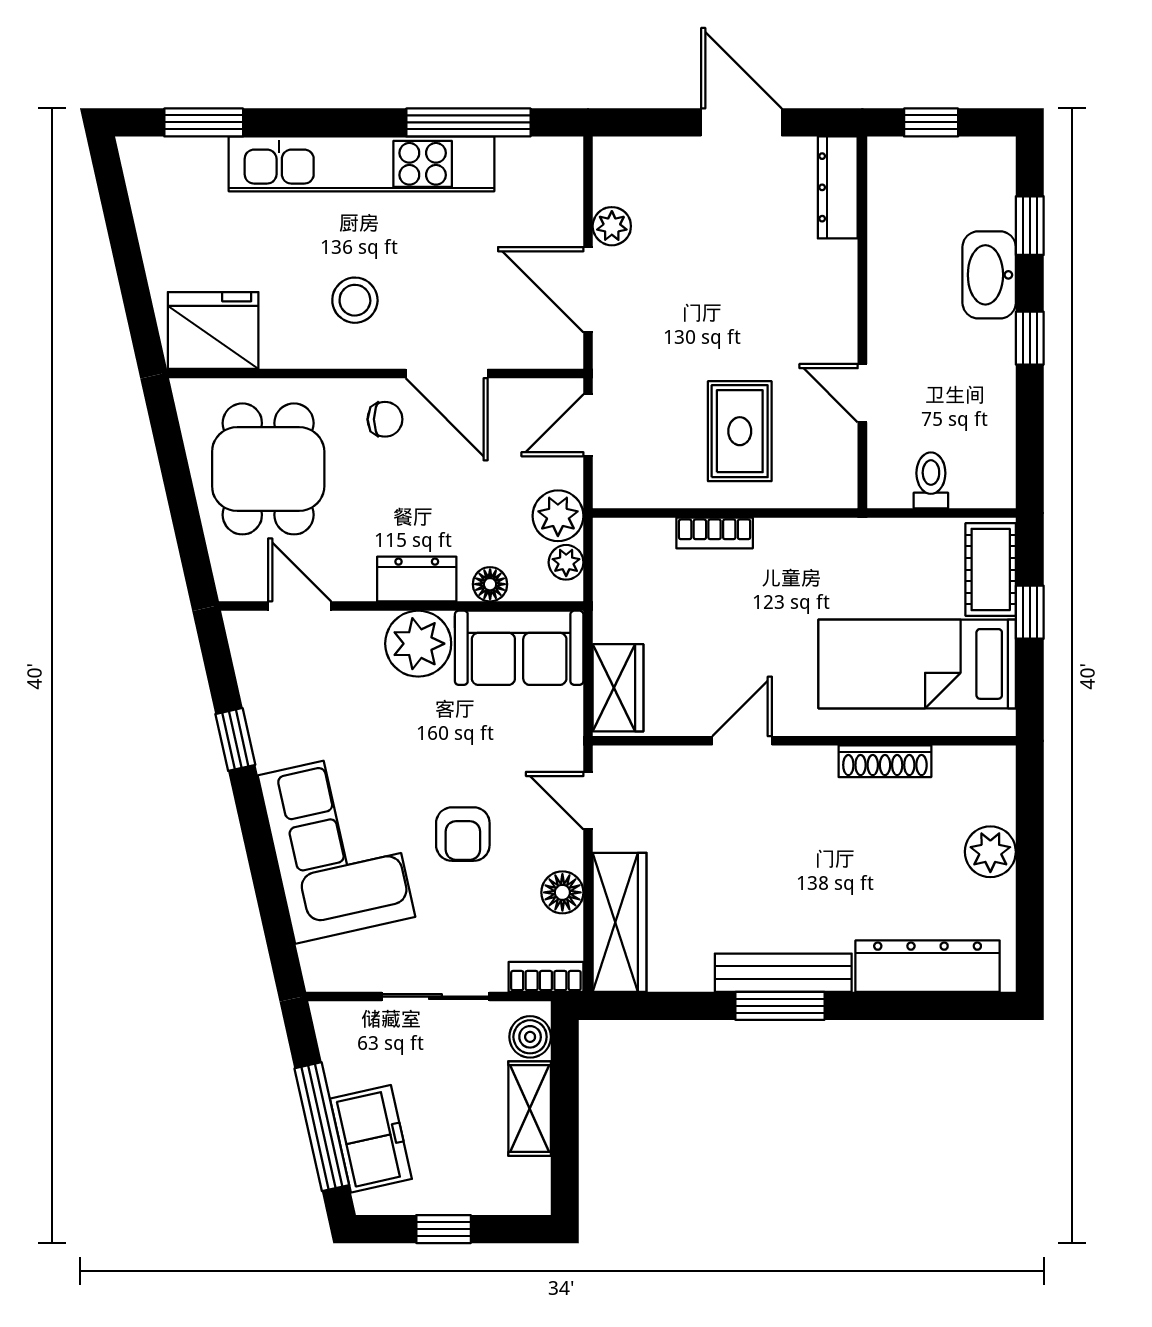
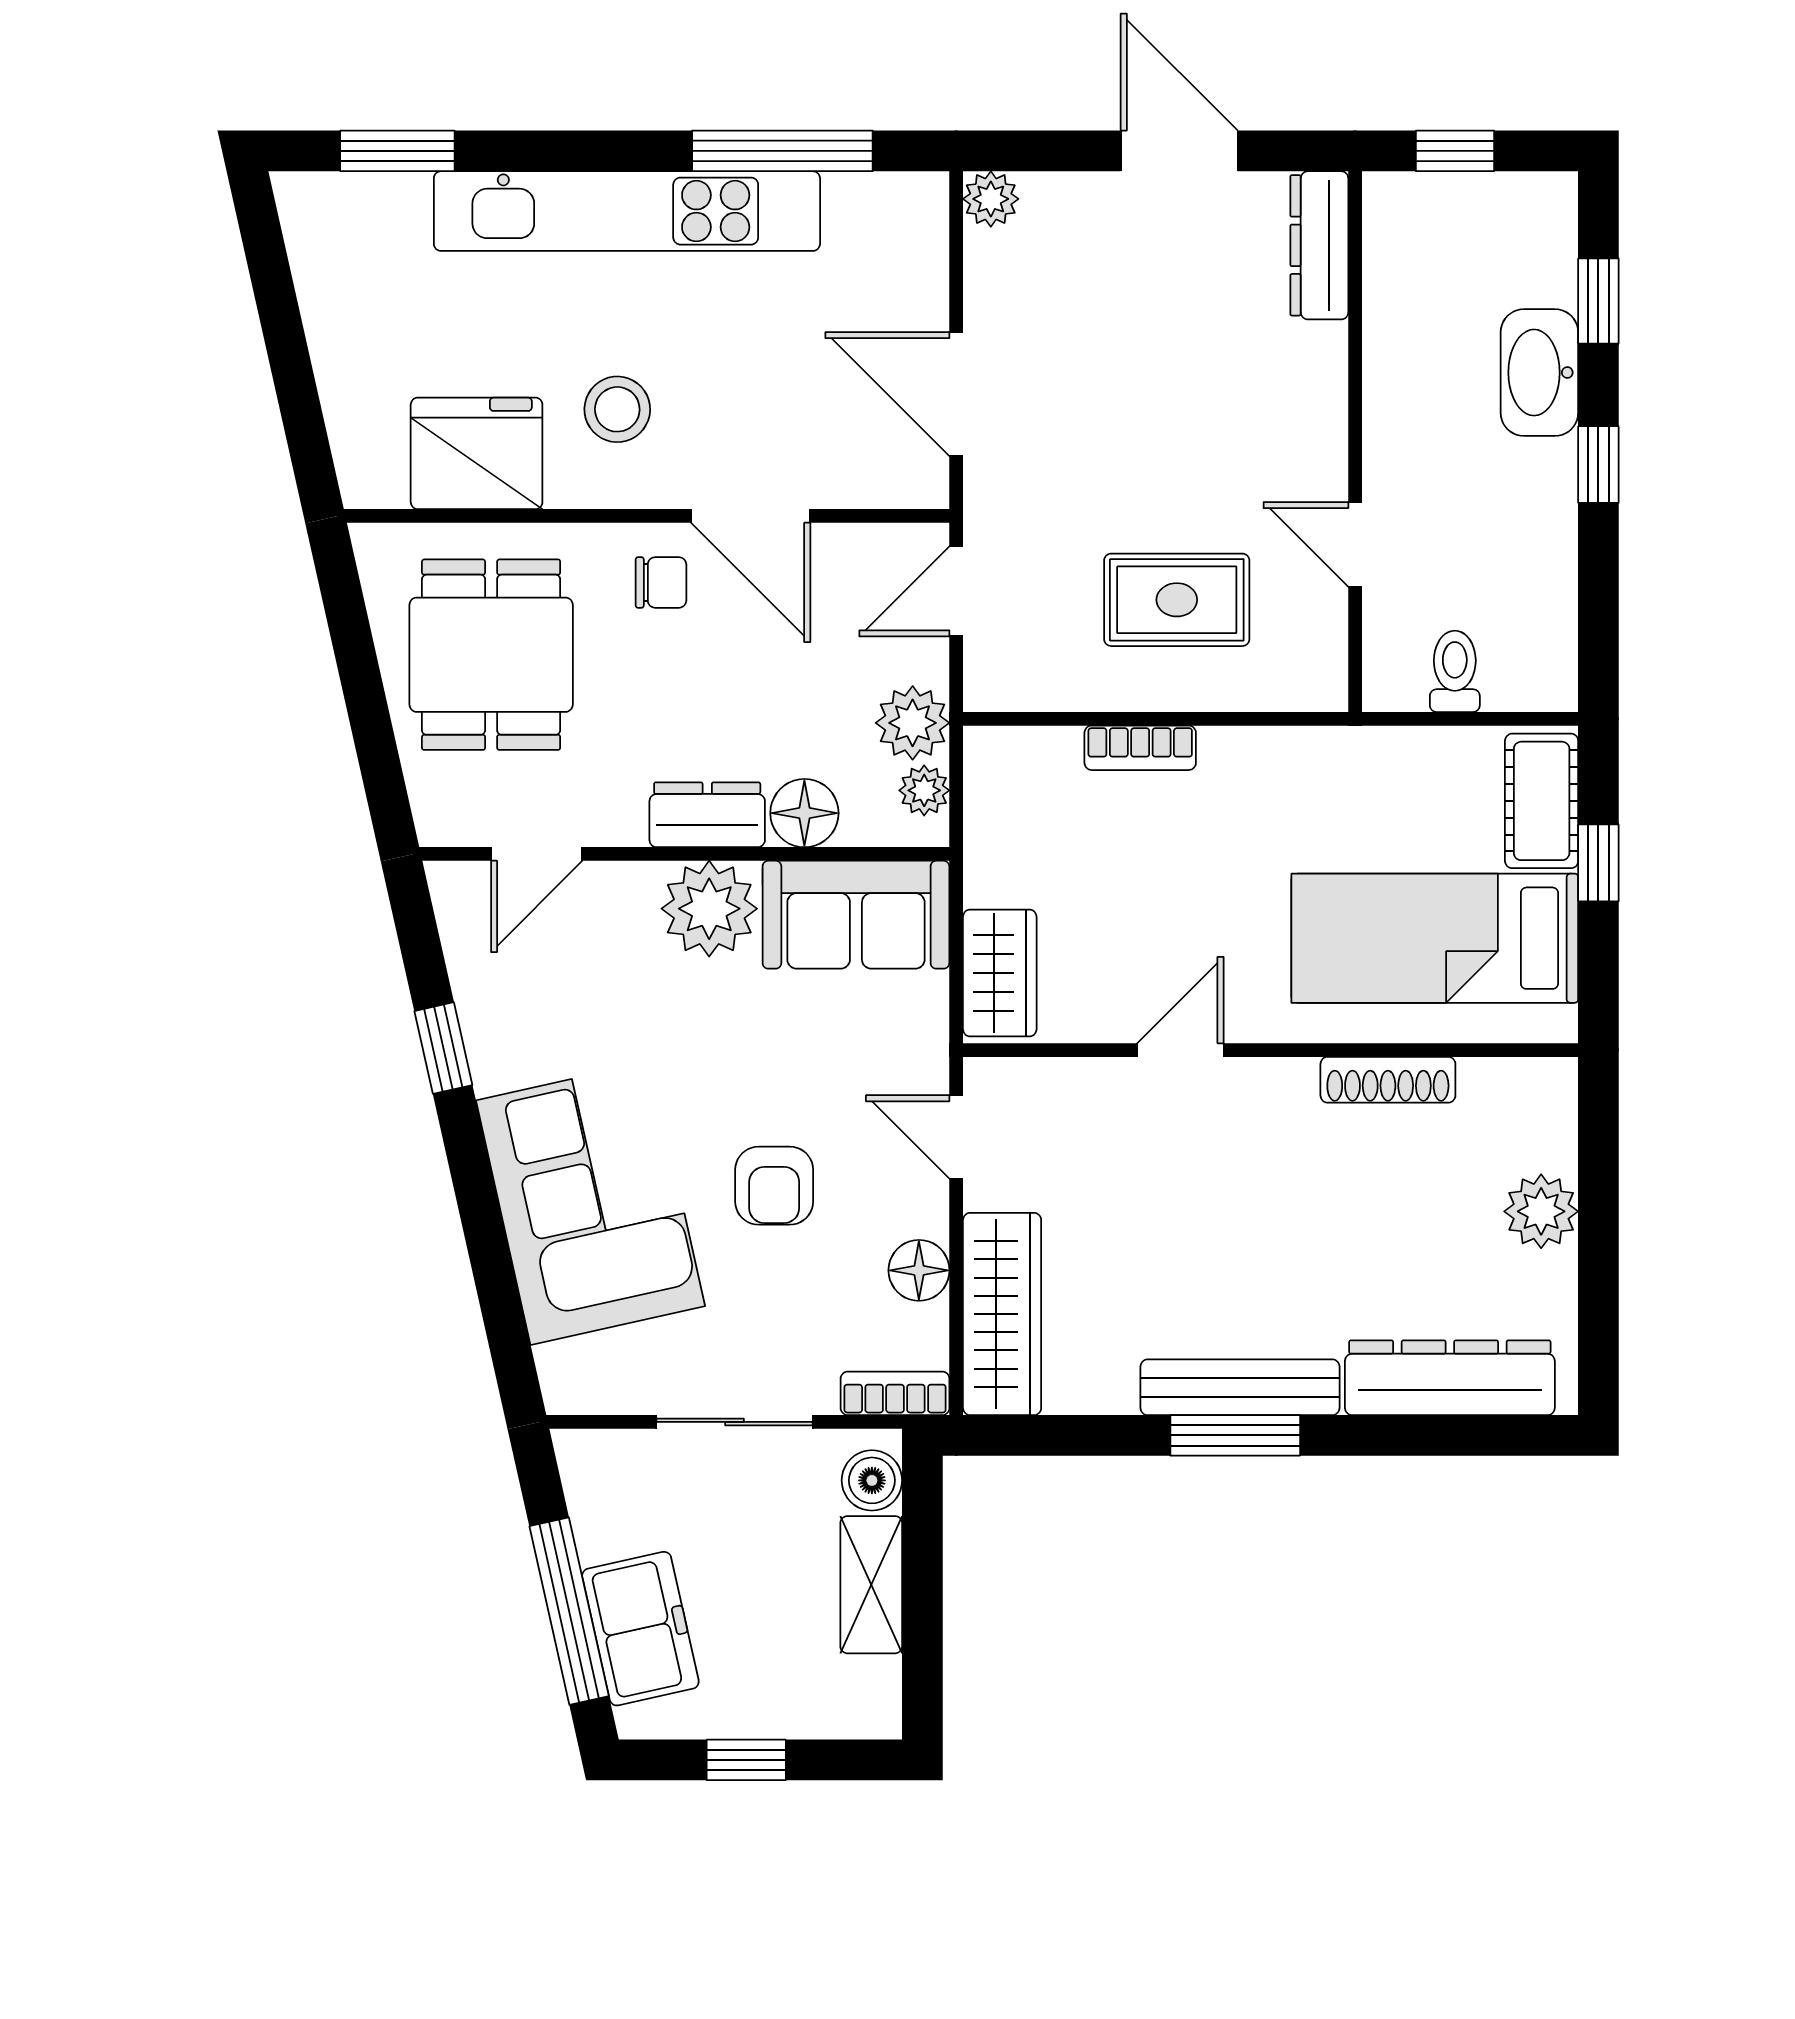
plant: (612, 226) -> (991, 199), moved
fridge: (213, 330) -> (477, 453), moved
rug: (740, 431) -> (1177, 600), turned 90
floor lamp: (490, 584) -> (804, 813), width x1.37, depth x1.37
door: (300, 606) -> (537, 854), swing flipped

